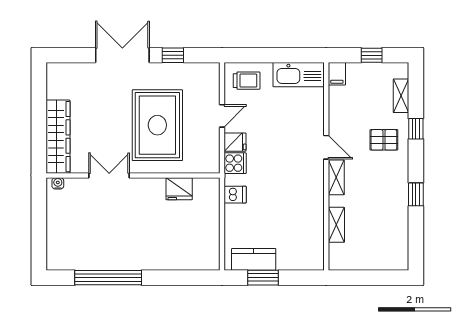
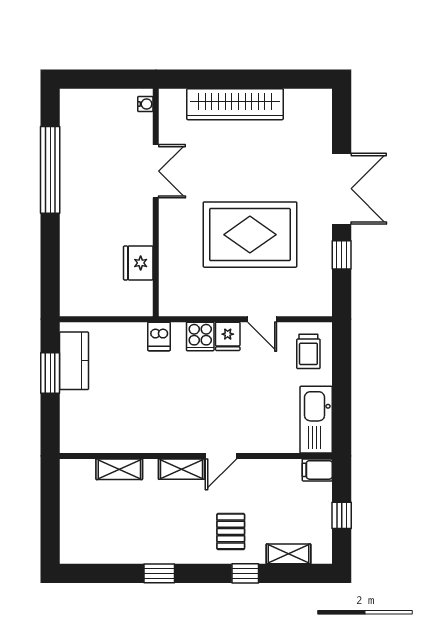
double door: (109, 175) -> (156, 171), moved
wall: (133, 175) -> (156, 202), moved
water cooler: (58, 183) -> (145, 104), moved
fridge: (179, 189) -> (138, 263), moved

